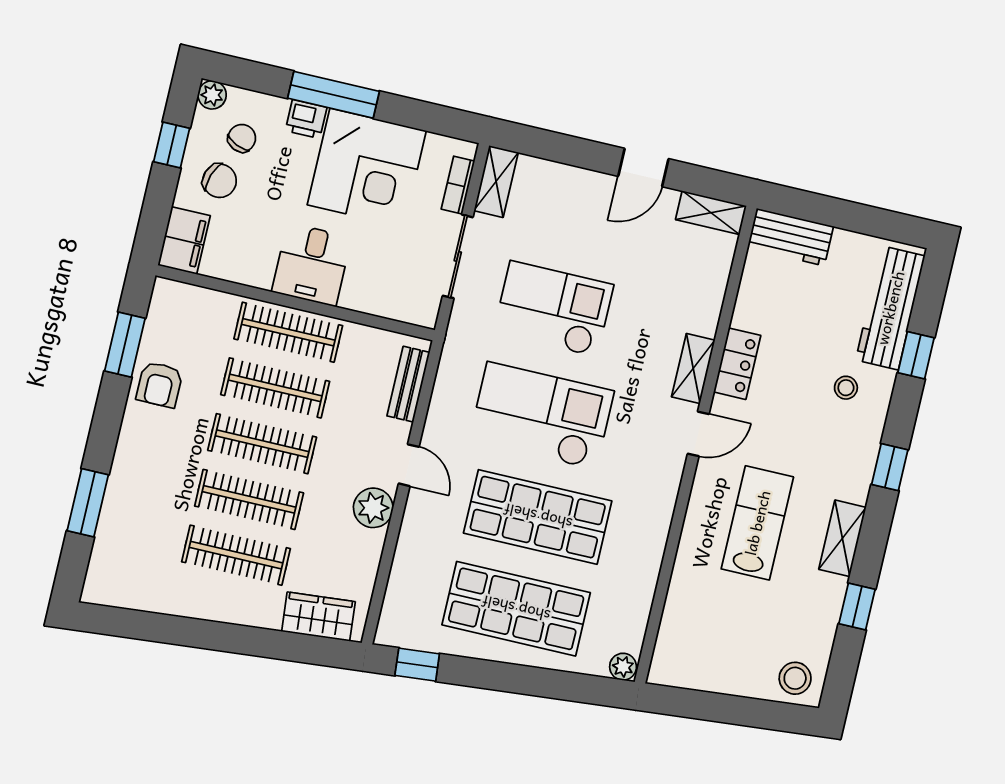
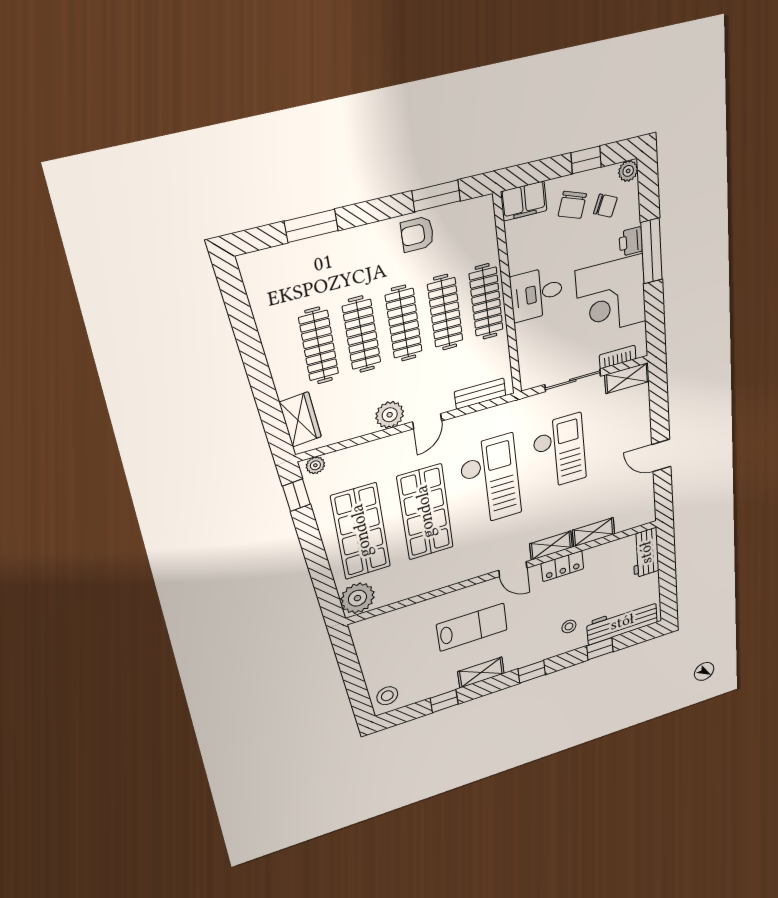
shelving: (711, 213) -> (594, 532), moved, turned 90
plant: (390, 625) -> (315, 465), added
plant: (623, 667) -> (357, 598), width x1.88, depth x1.88

